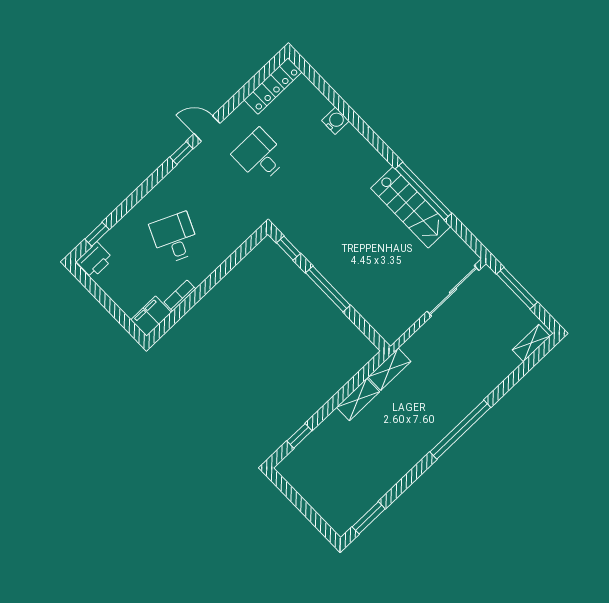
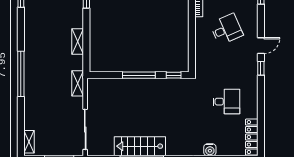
door: (207, 128) -> (261, 46), moved
desk: (175, 238) -> (226, 29), turned -48
shelving: (389, 369) -> (78, 83), moved

